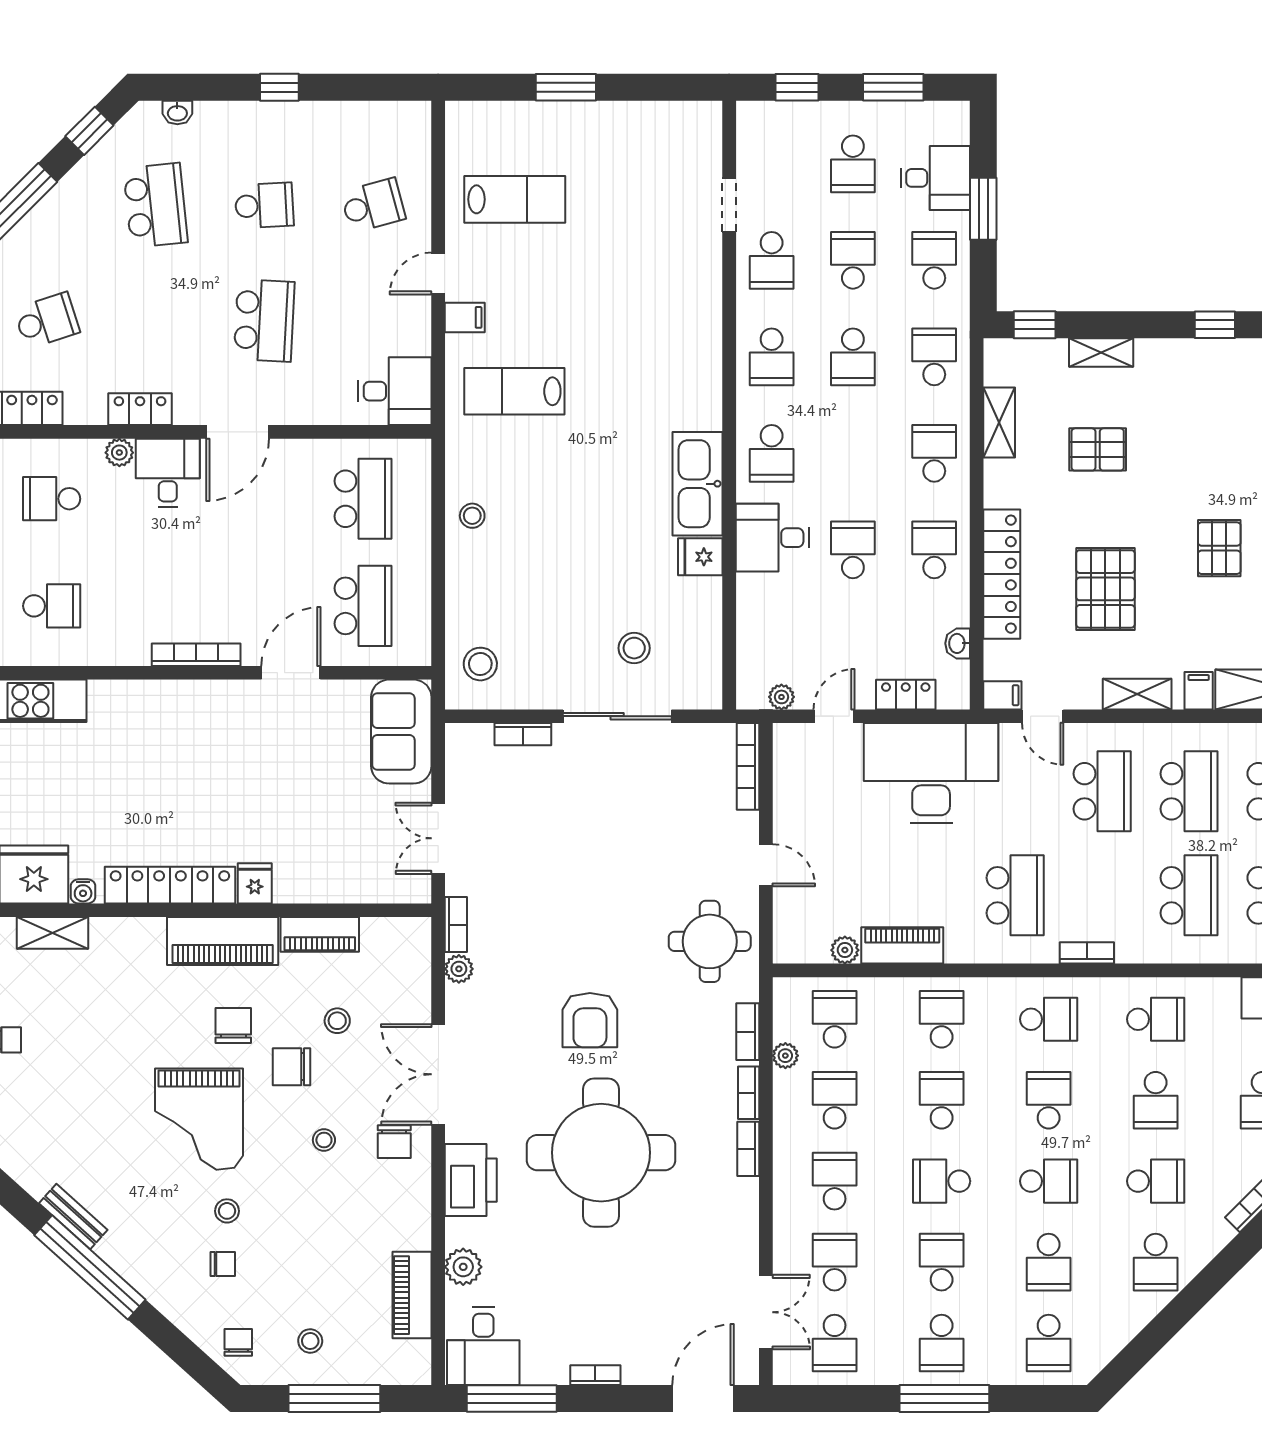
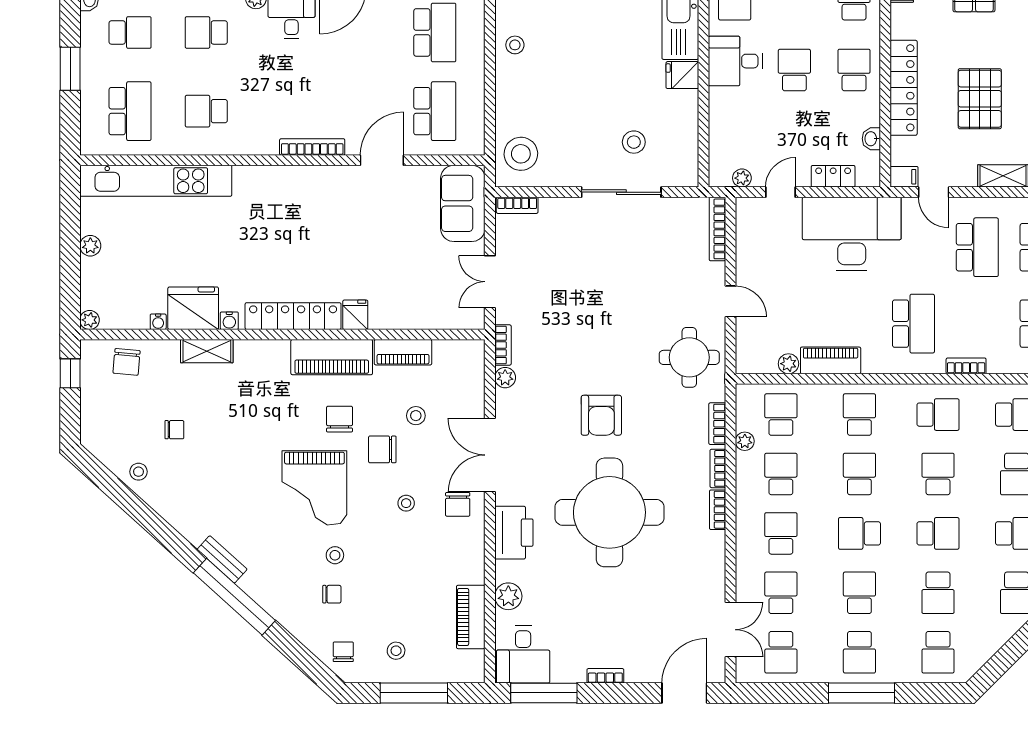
school desk: (52, 606) -> (206, 111), turned 180
stool: (480, 664) -> (521, 154), width x1.38, depth x1.38
bookcase: (523, 734) -> (517, 205), moved

